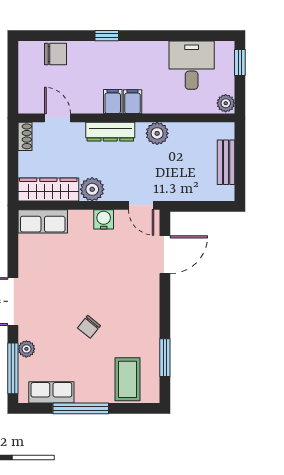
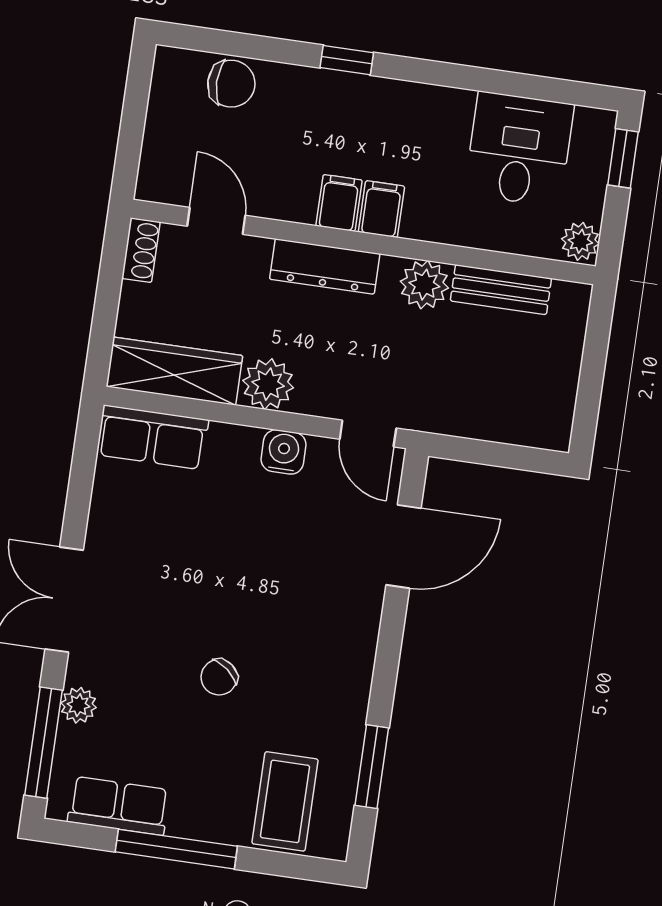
bench: (226, 162) -> (501, 290), moved, turned 90

